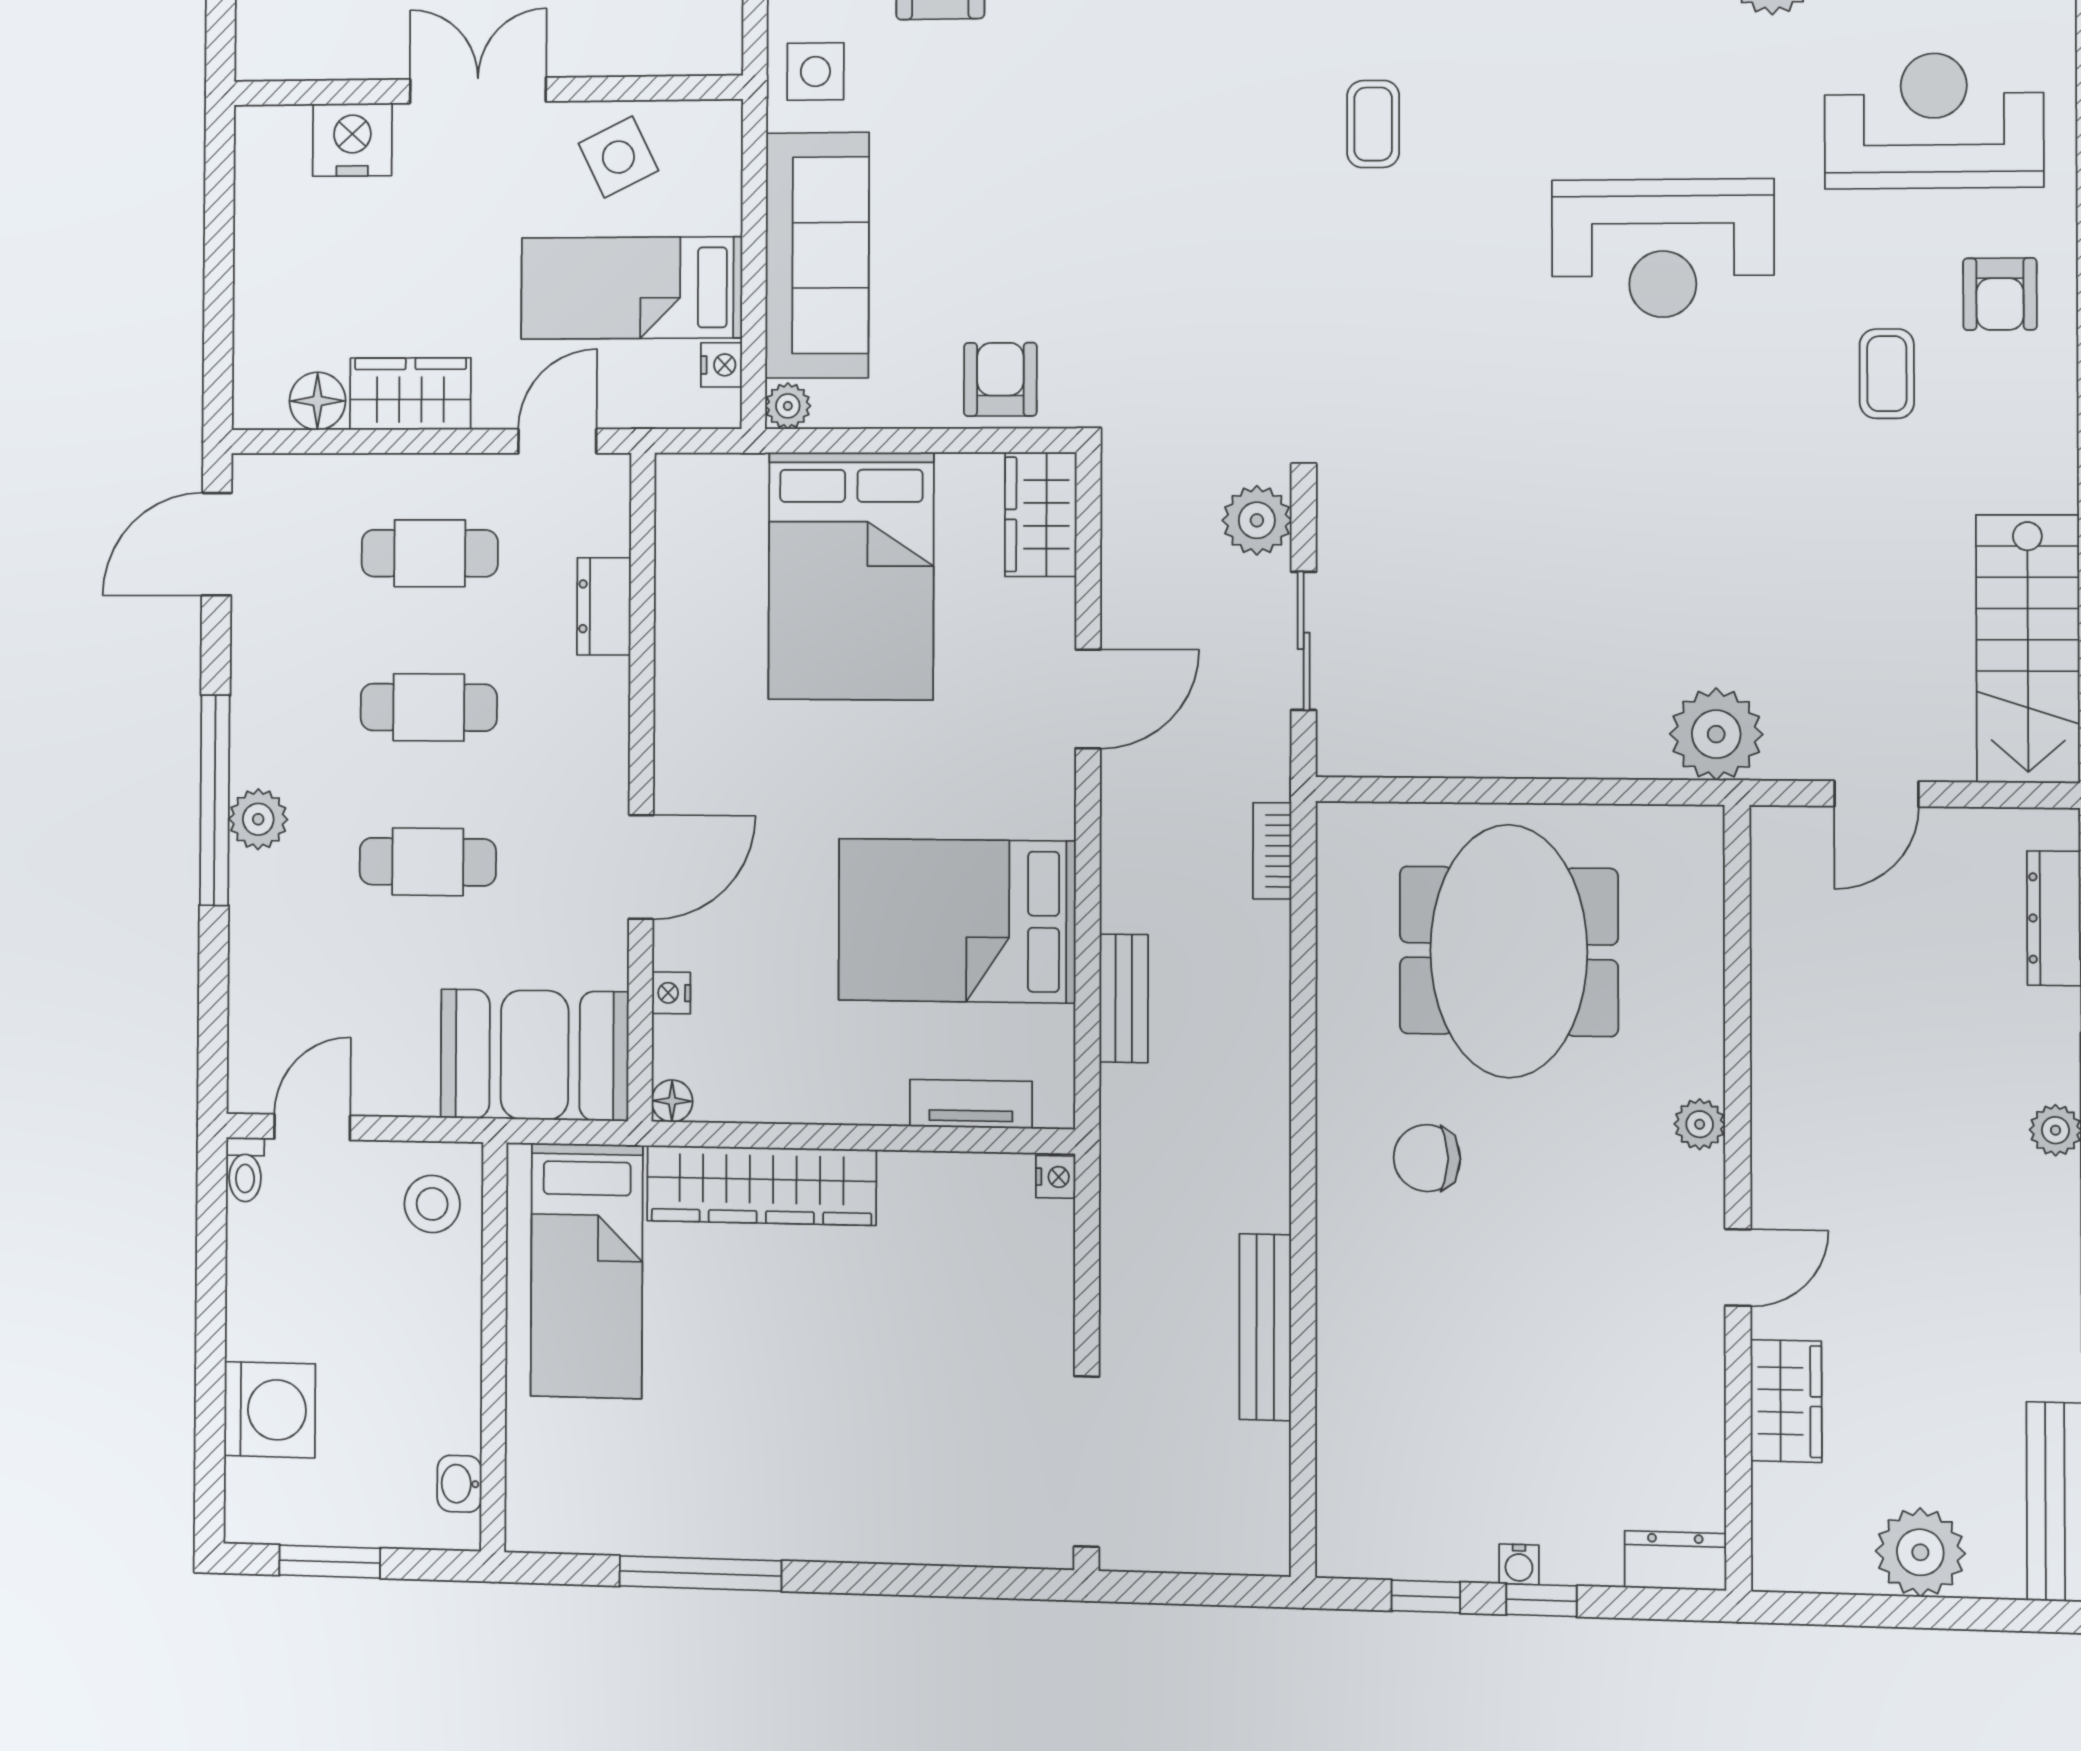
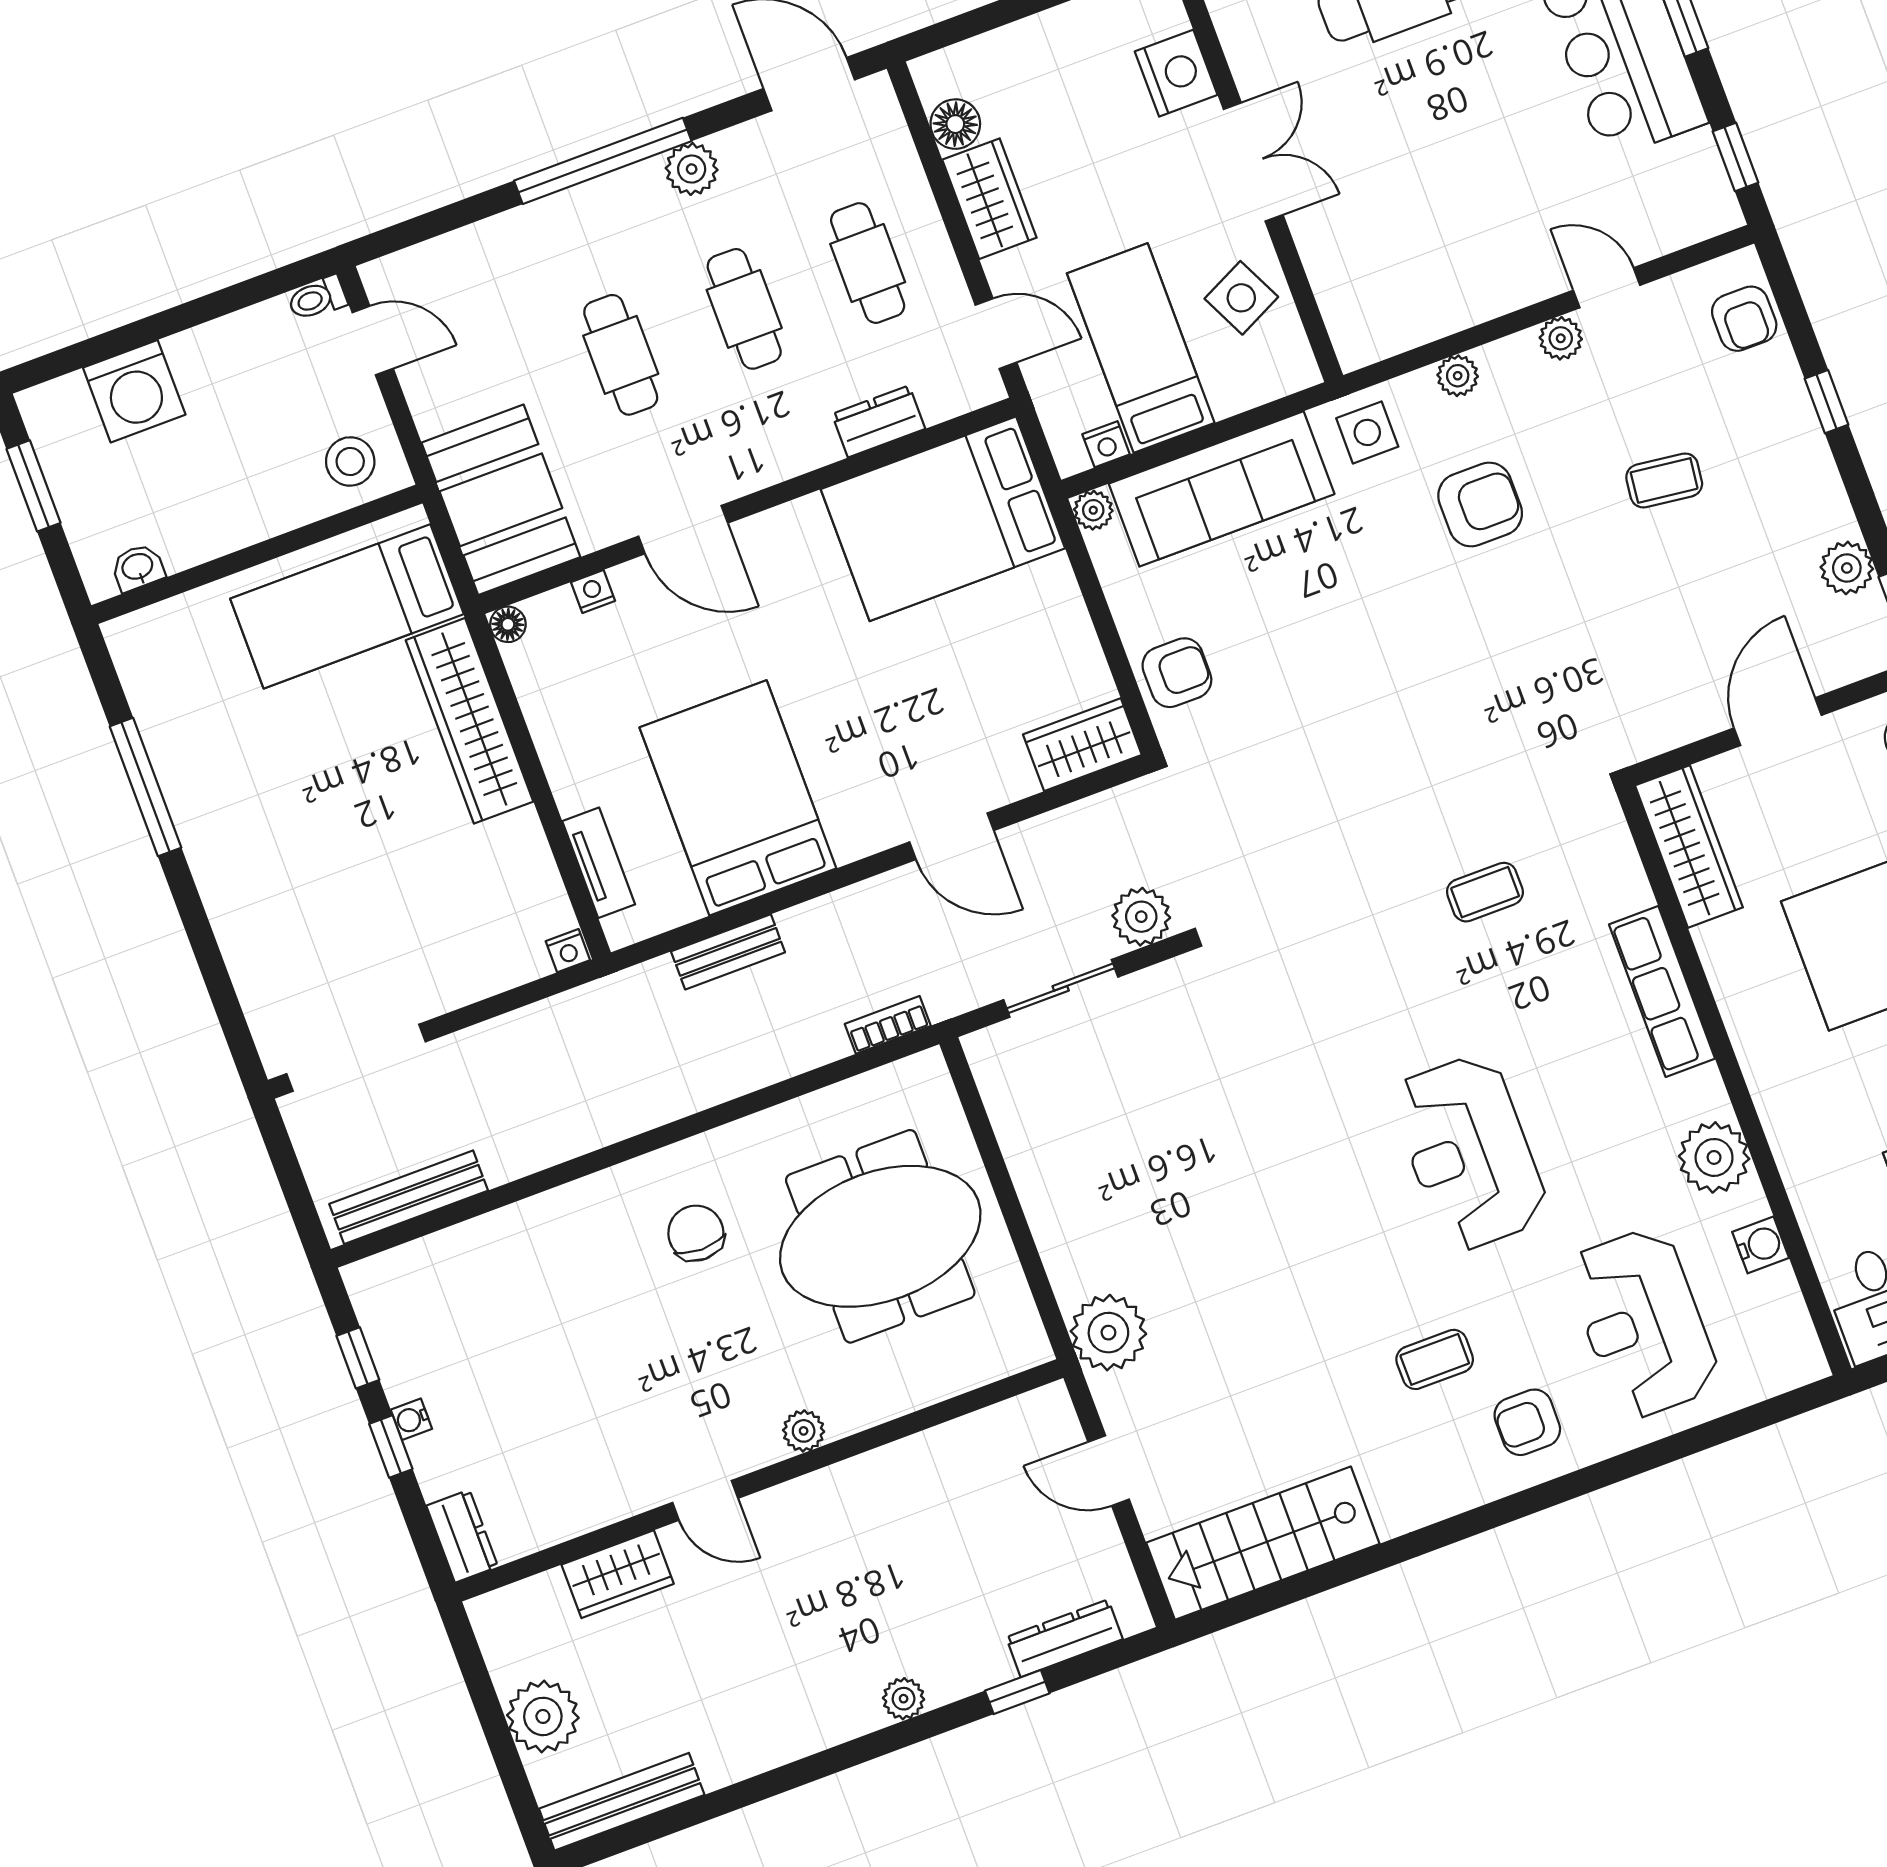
reception desk: (1934, 121) -> (1643, 1323), turned 180
bed: (851, 576) -> (943, 519), moved
plant: (258, 819) -> (692, 169), moved
bench: (1265, 1327) -> (409, 1197), moved

